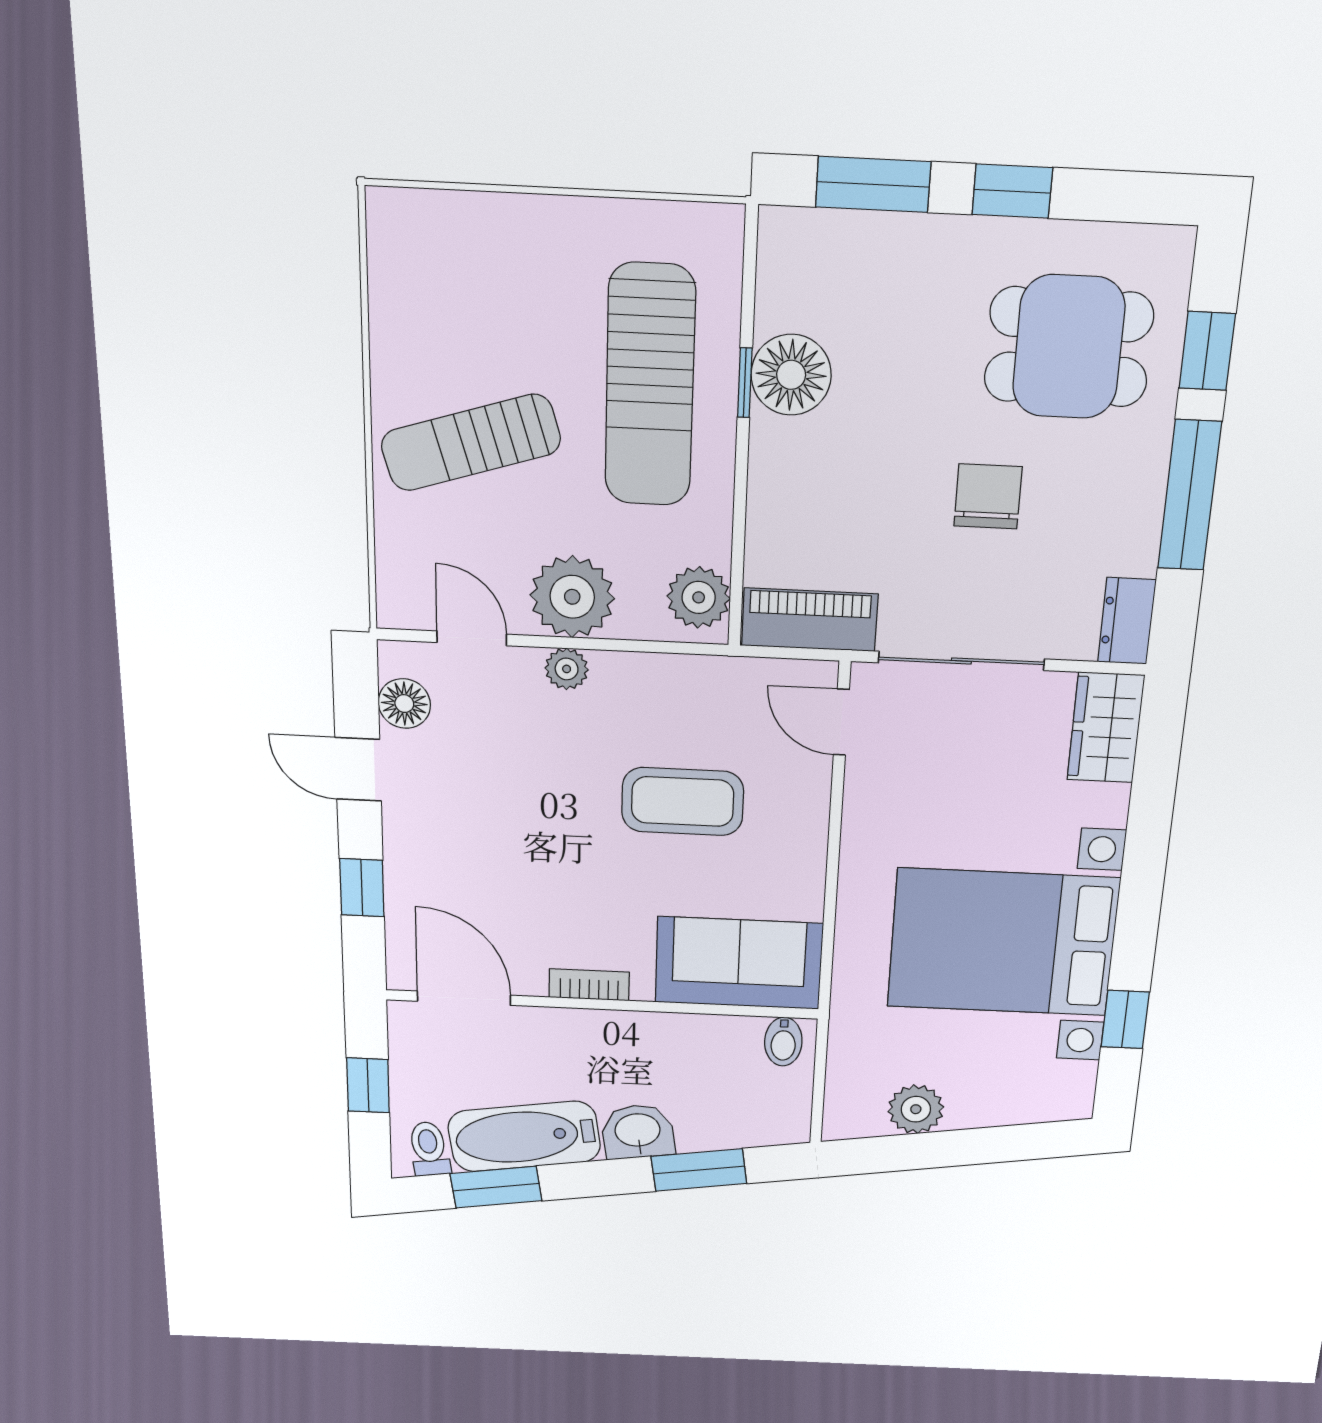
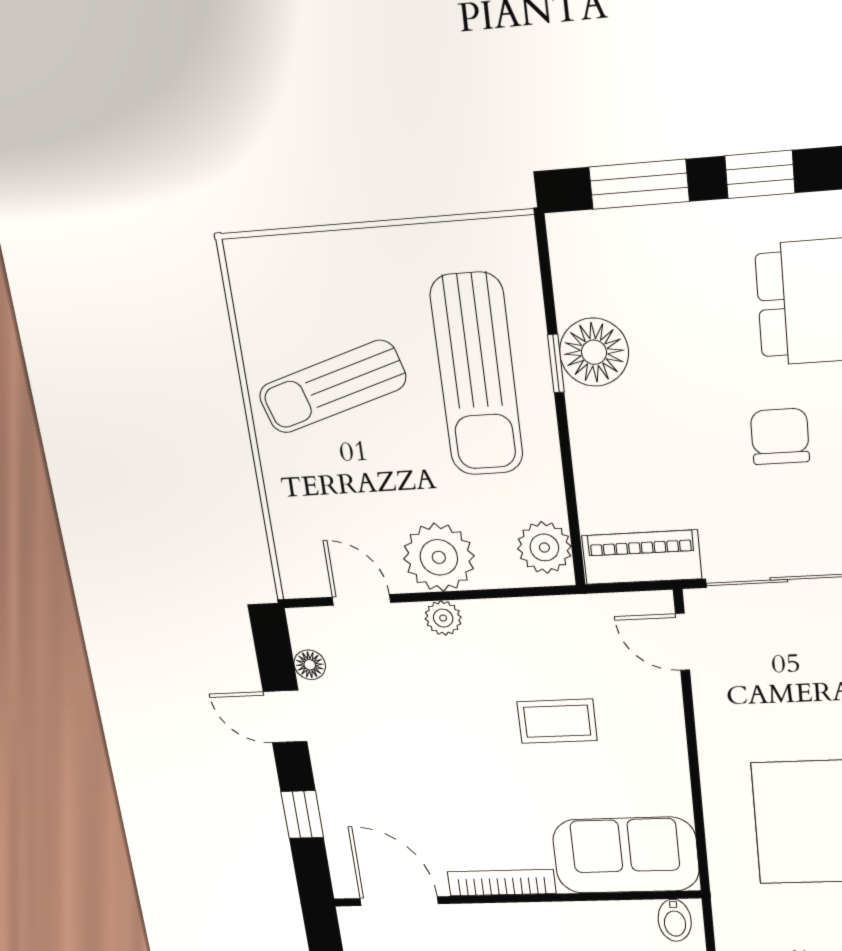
sun lounger: (471, 442) -> (332, 387), moved
floor lamp: (404, 704) -> (310, 665), width x0.73, depth x0.73
coffee table: (683, 802) -> (557, 721), width x0.73, depth x0.77
bookcase: (589, 985) -> (502, 883), width x1.56

